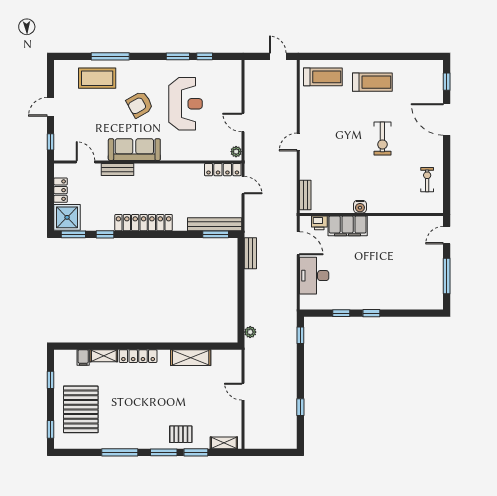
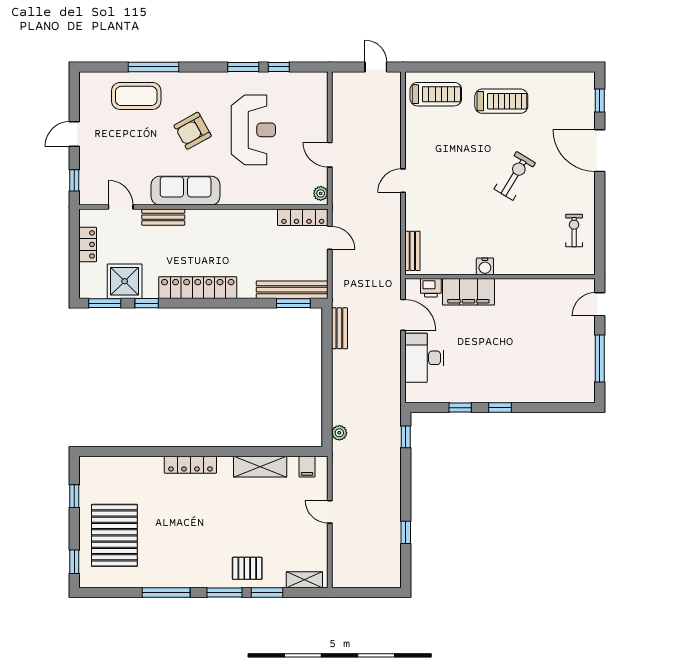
exercise bike: (382, 138) -> (515, 176), turned -149
shower: (67, 217) -> (125, 281), moved
shelving: (104, 356) -> (145, 464), removed
filing cabinet: (83, 358) -> (307, 467), moved

